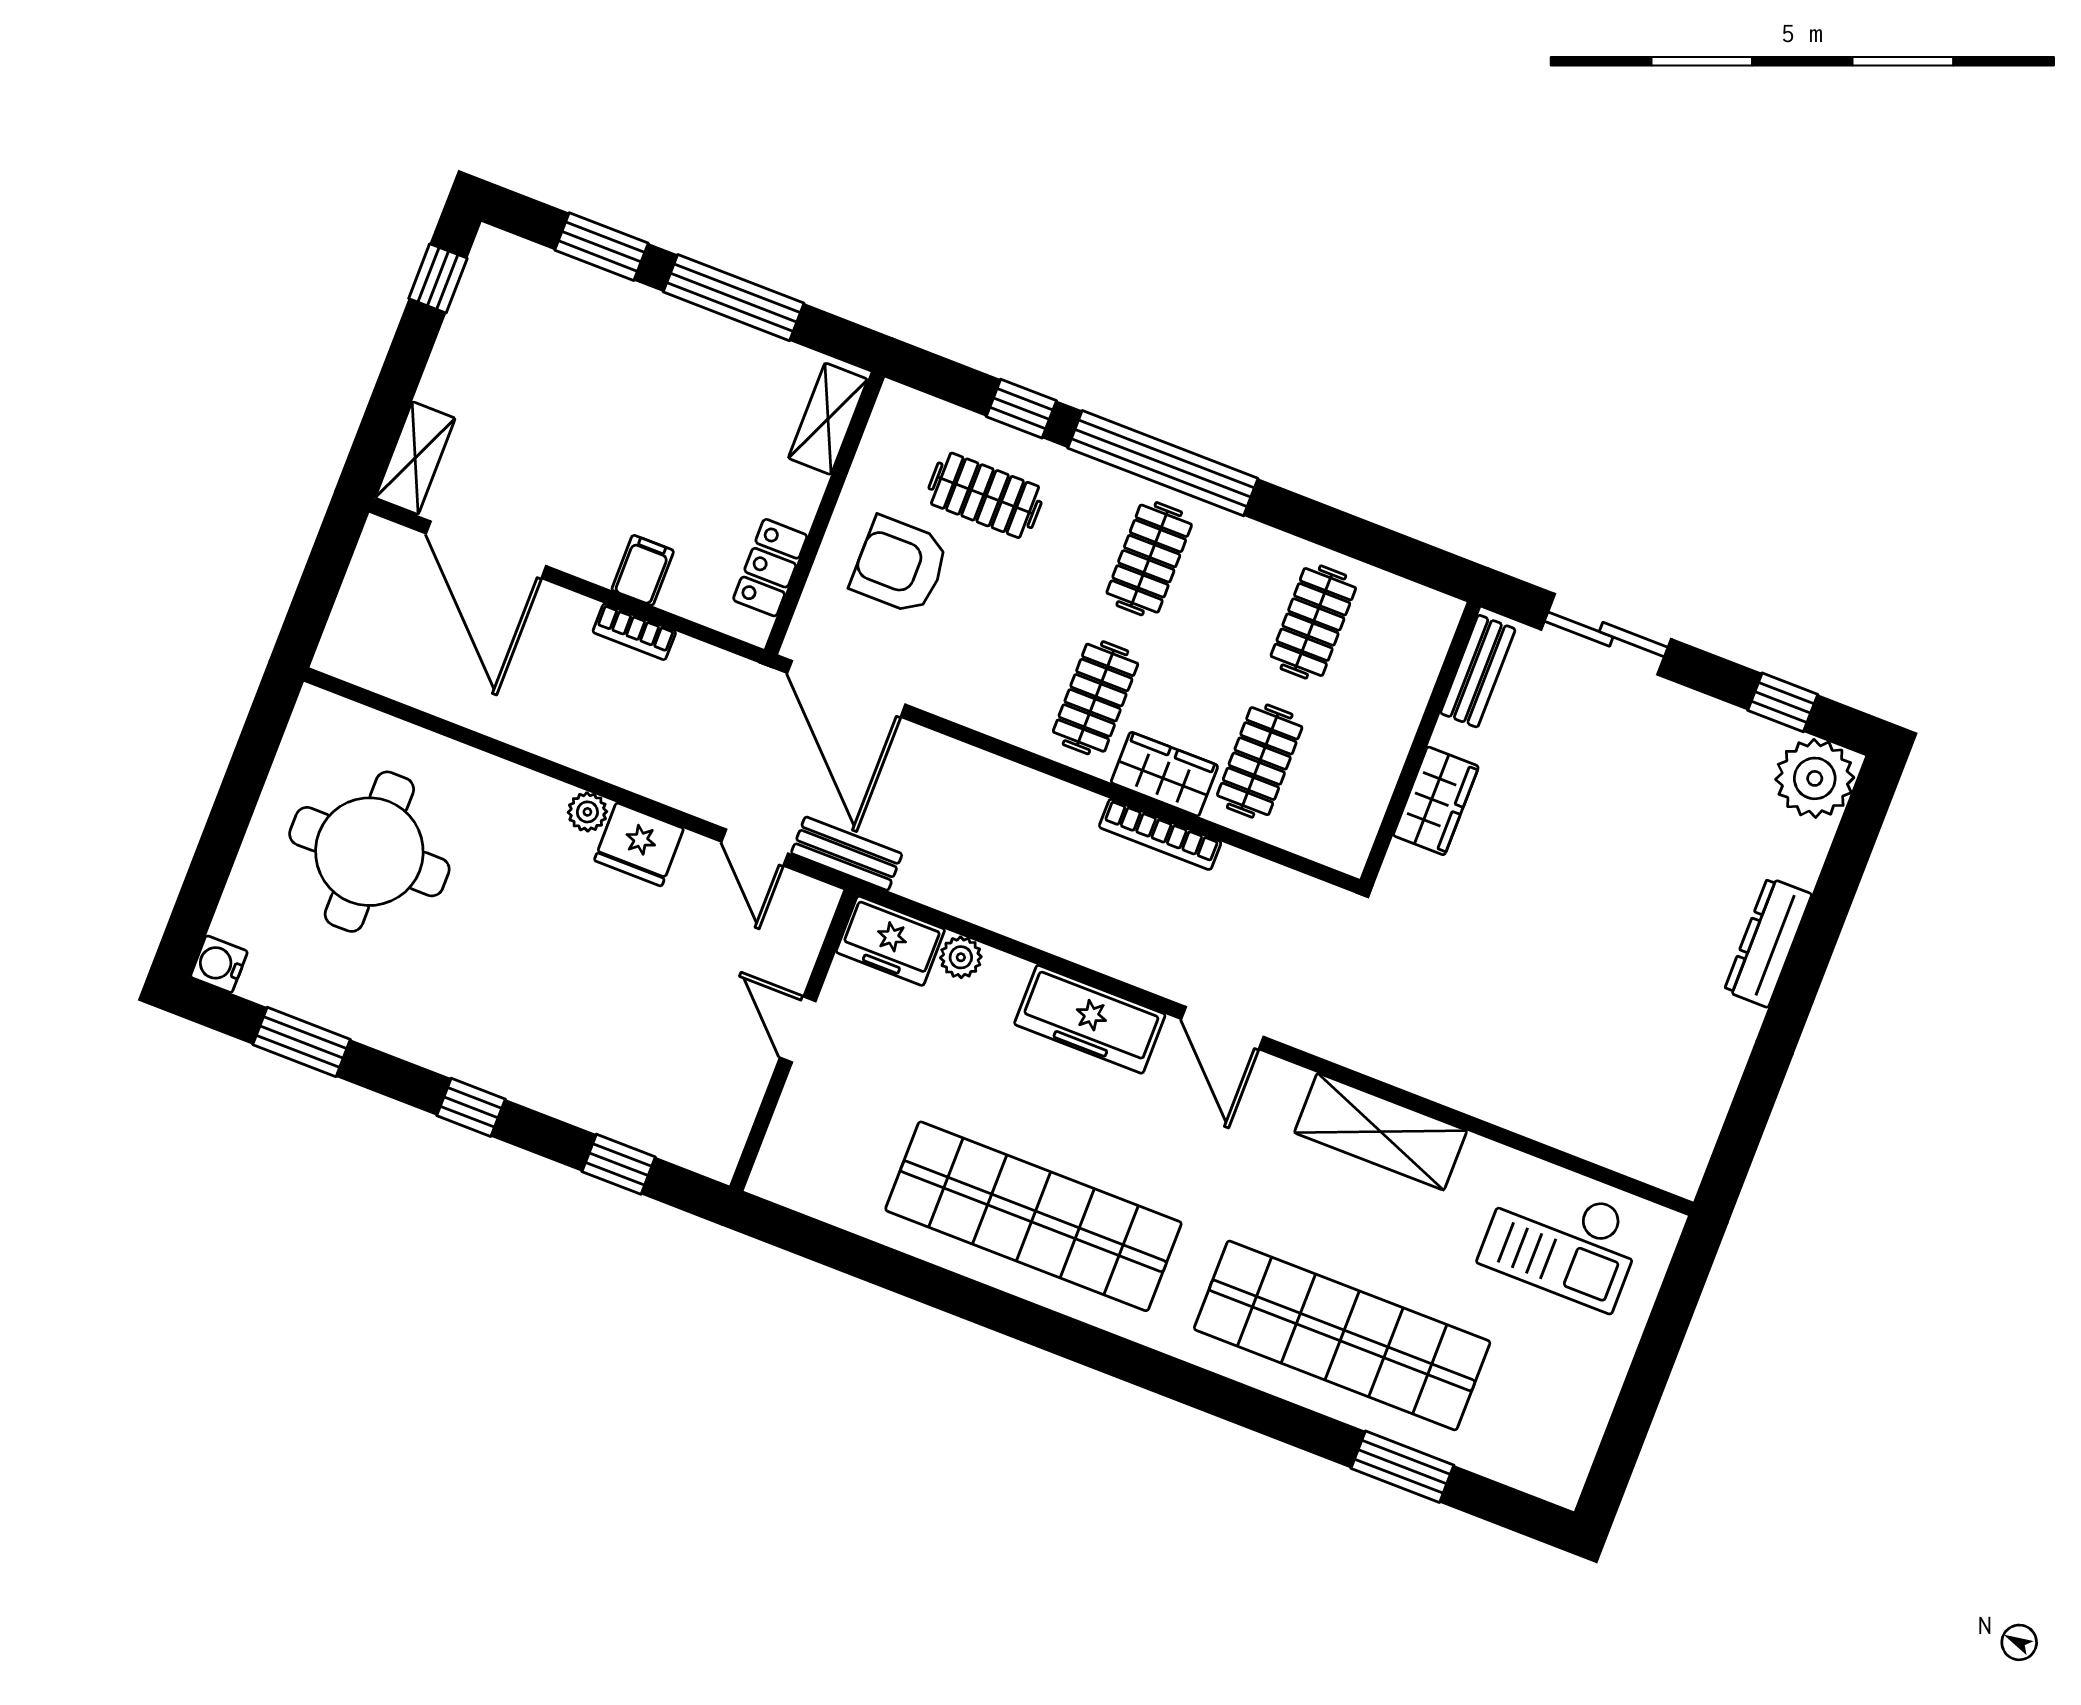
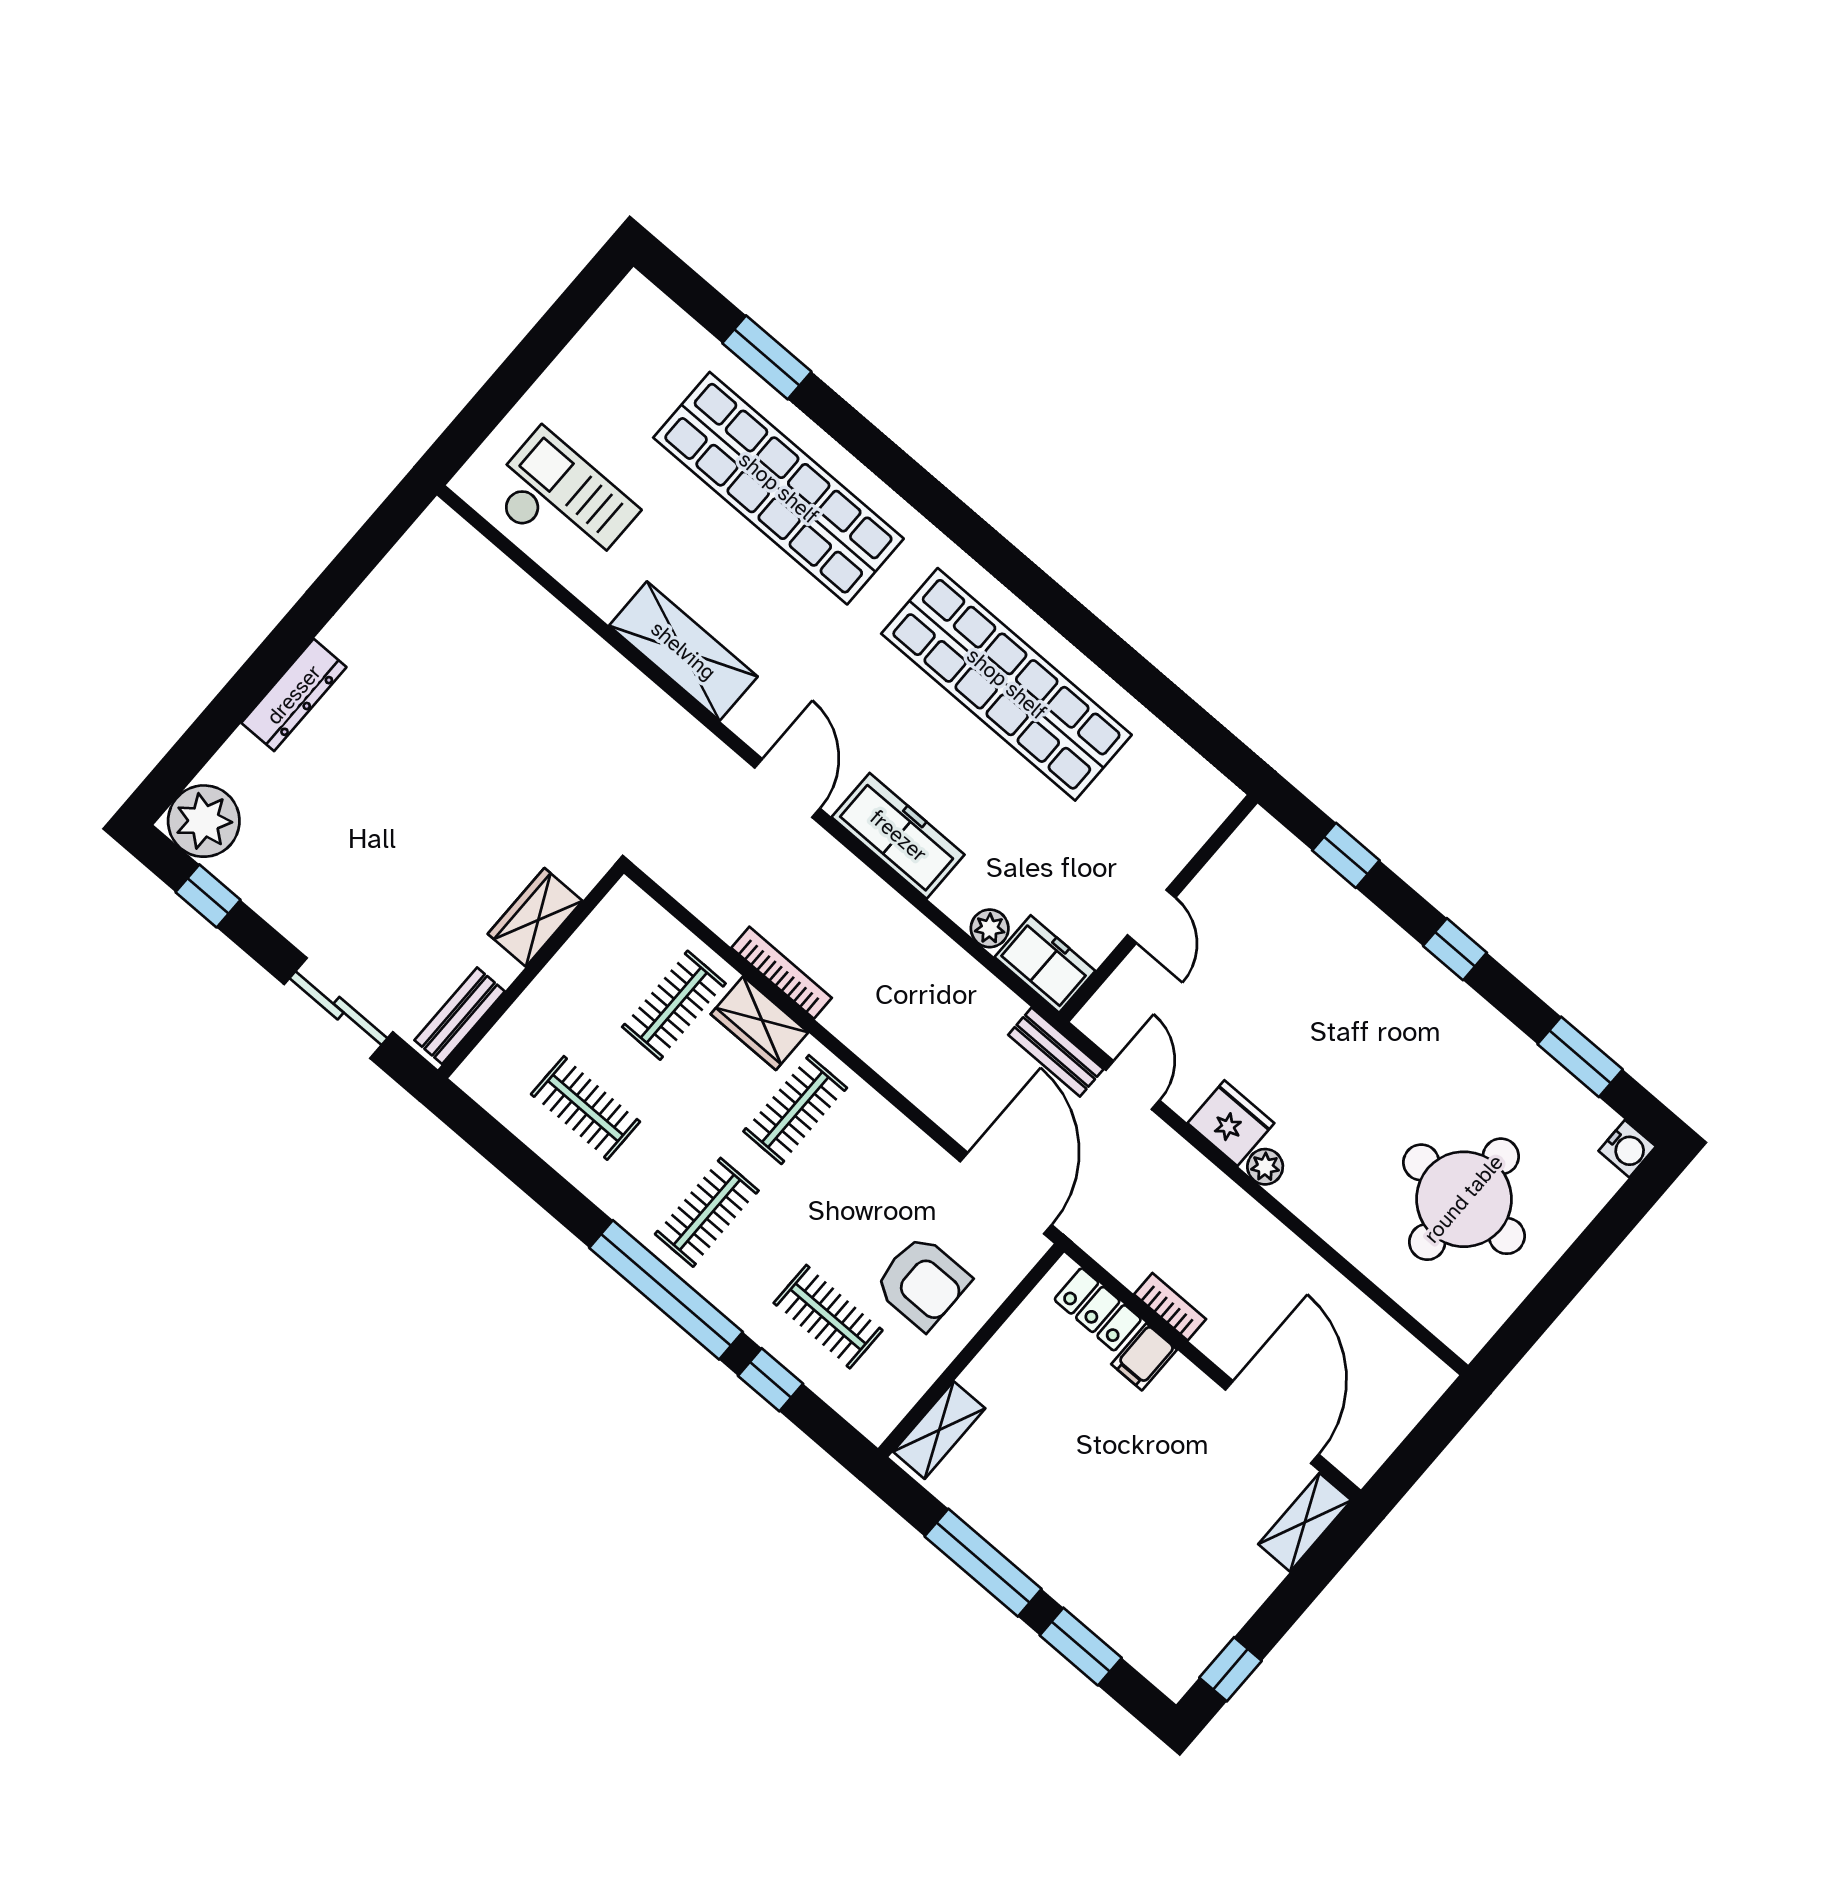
locker: (770, 568) -> (1098, 1309), moved, turned 90
clothes rail: (1313, 622) -> (585, 1108), turned 90

